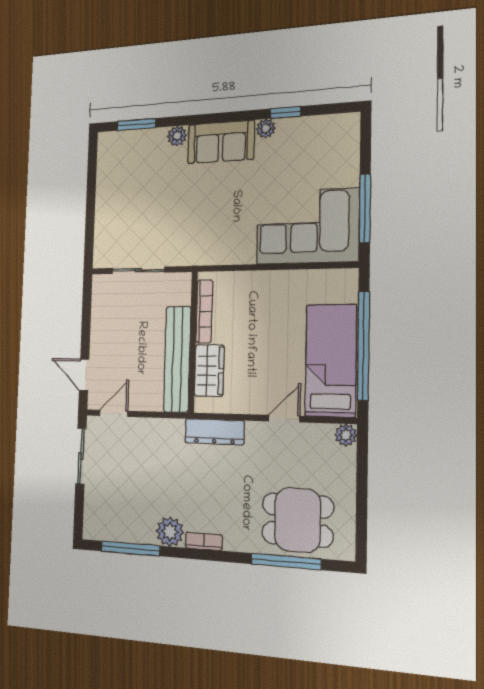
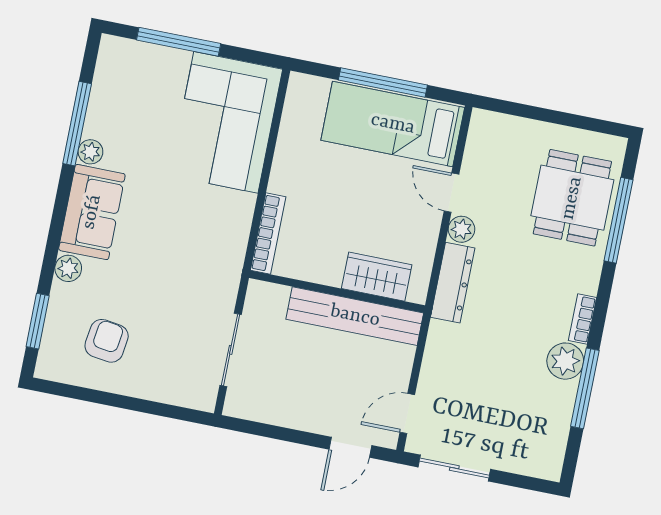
window: (285, 112) -> (77, 124), width x2.17
armchair: (131, 178) -> (107, 341), added
window: (365, 208) -> (179, 42), moved
bookcase: (204, 311) -> (268, 233), moved, turned 90
window: (363, 346) -> (383, 83), width x0.68
door: (114, 413) -> (407, 413), hinge flipped
plant: (346, 435) -> (461, 229), moved
window: (130, 549) -> (585, 388), moved

